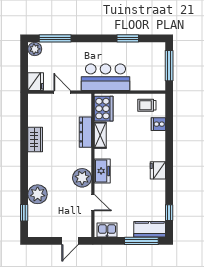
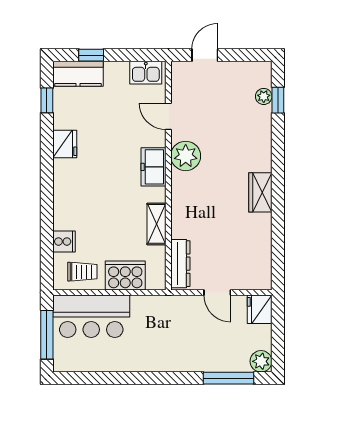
window: (128, 38) -> (113, 378), removed
bar counter: (106, 77) -> (91, 316), moved
cooker: (104, 109) -> (125, 276), moved, turned 90
dresser: (85, 132) -> (180, 264), moved
wardrobe: (35, 140) -> (260, 192), moved
fridge: (158, 170) -> (65, 144), moved
plant: (38, 194) -> (264, 96), moved, width x0.53, depth x0.53
window: (141, 241) -> (91, 55), width x0.46

